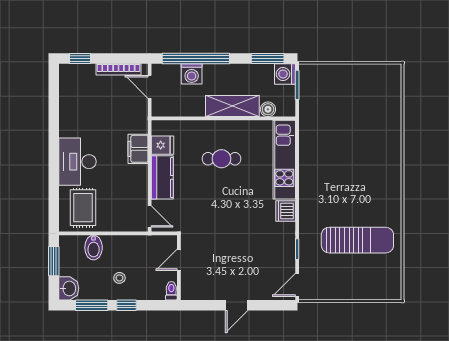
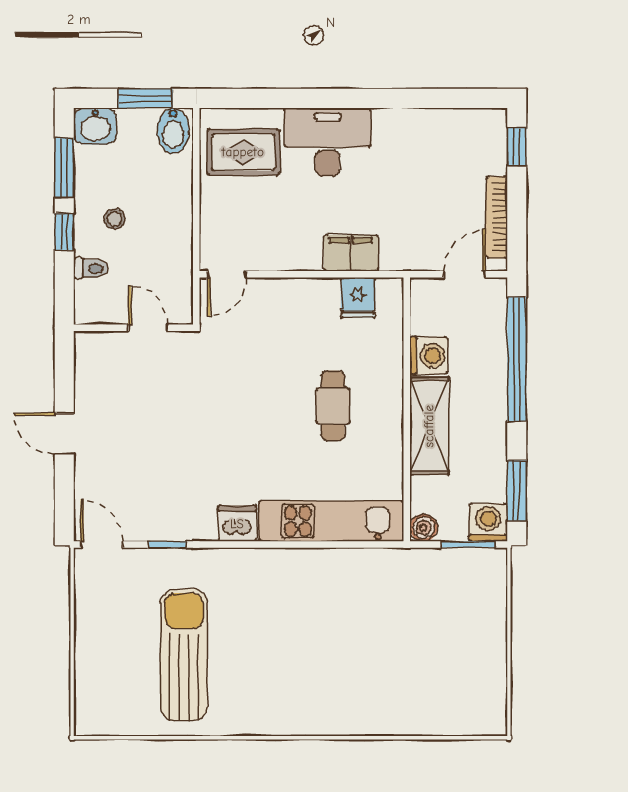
washing machine: (192, 74) -> (429, 356), moved, turned 180
boiler: (268, 109) -> (424, 528), moved
kitchen counter: (162, 177) -> (299, 297), removed
sun lounger: (357, 240) -> (184, 655), turned 180
bidet: (94, 248) -> (173, 131), moved, turned -90
toilet: (171, 291) -> (91, 268), moved

